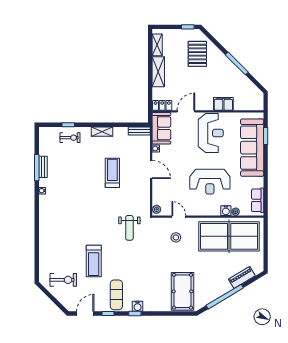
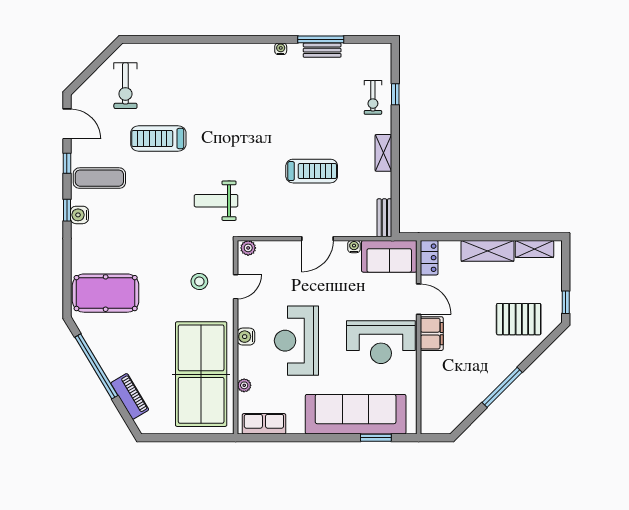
filing cabinet: (223, 104) -> (432, 334), moved
water cooler: (226, 211) -> (246, 337), moved

